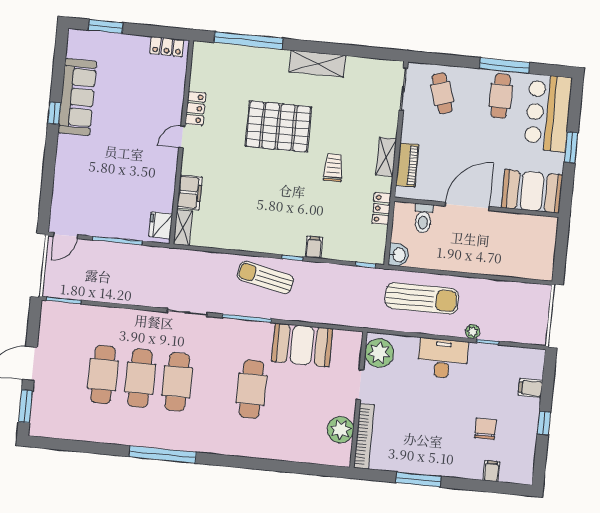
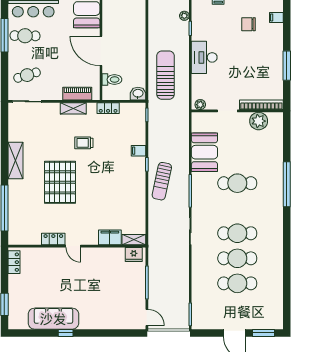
plant: (473, 332) -> (184, 16), moved
plant: (379, 353) -> (200, 105), width x0.53, depth x0.53
window: (163, 454) -> (287, 184), moved

